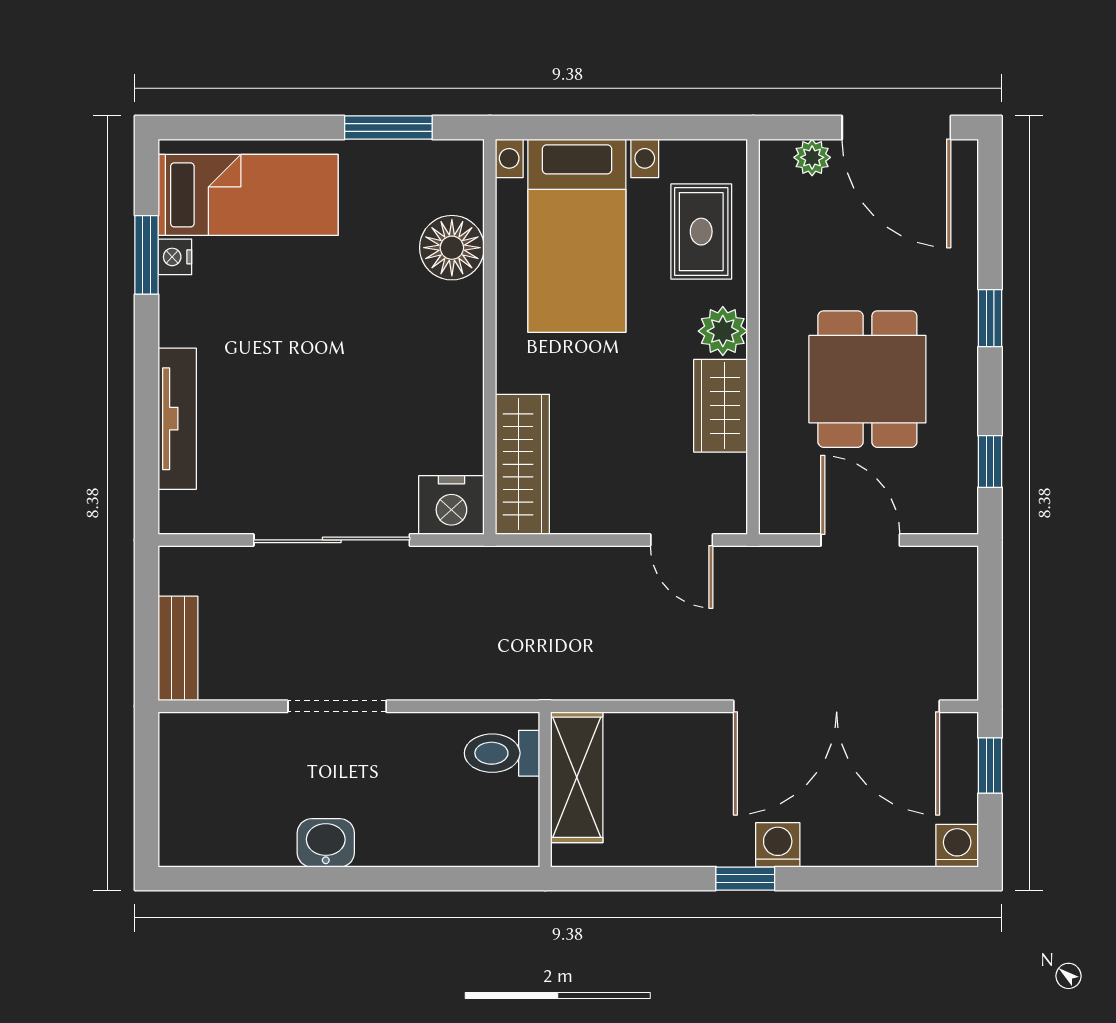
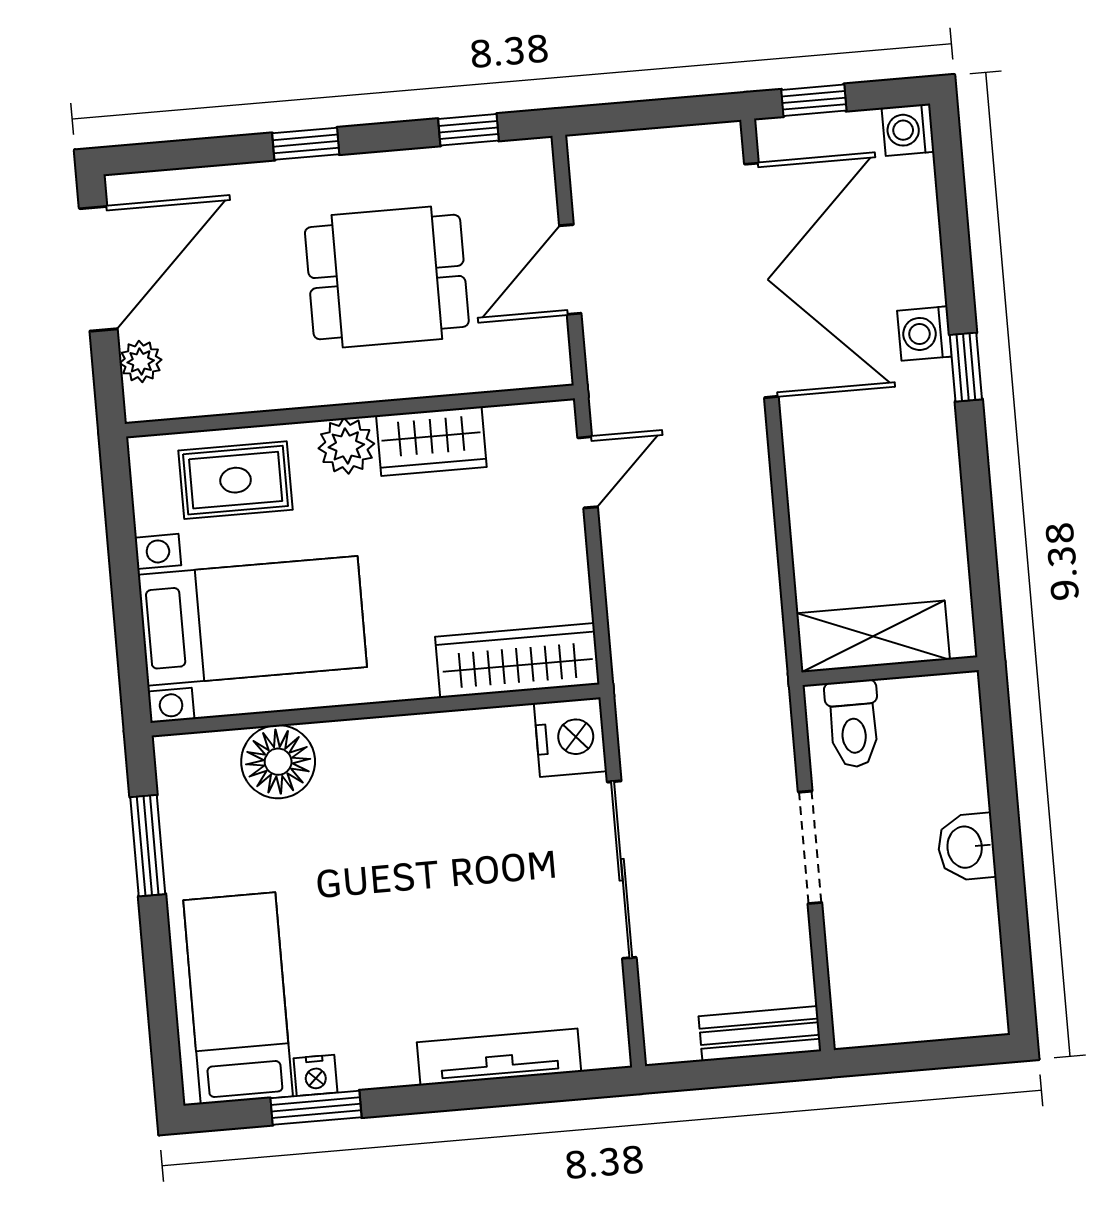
toilet: (502, 753) -> (853, 724), moved
shelving: (577, 777) -> (873, 636), moved
wall: (545, 789) -> (890, 671), moved

